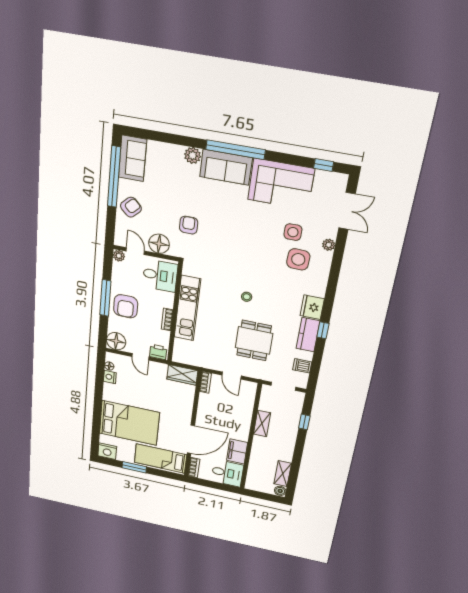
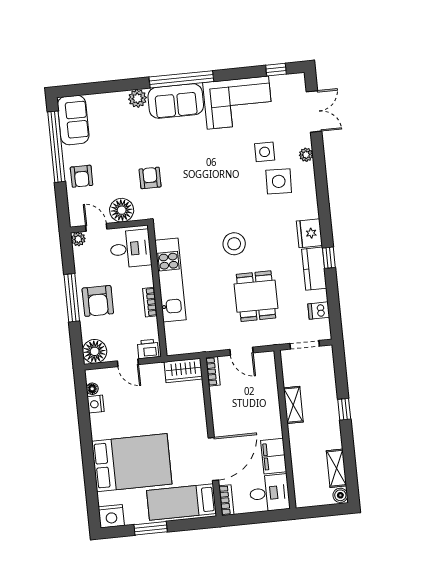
armchair: (131, 207) -> (82, 176), turned 135
stool: (247, 297) -> (234, 244), width x1.89, depth x1.89
window: (304, 422) -> (344, 409), moved

